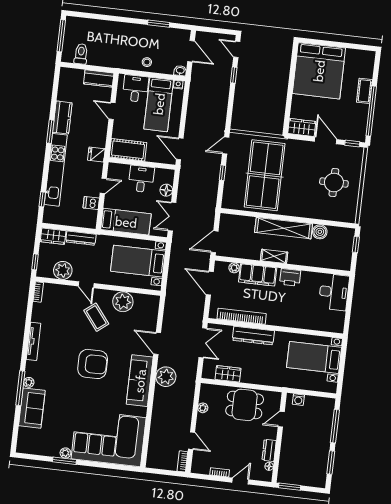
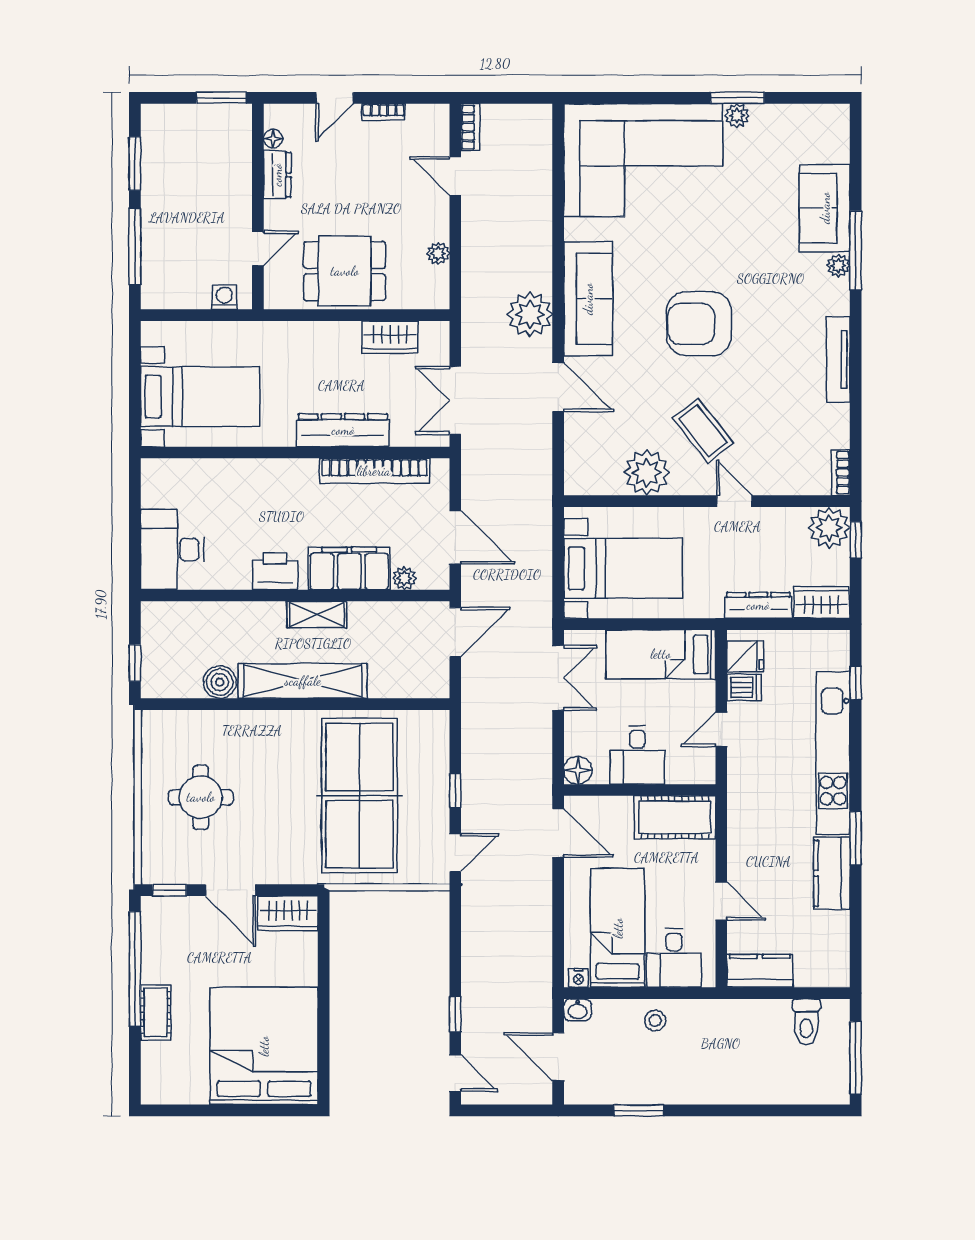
fridge: (96, 155) -> (745, 656), moved
floor lamp: (166, 190) -> (578, 770), moved
plant: (63, 270) -> (829, 528), moved

